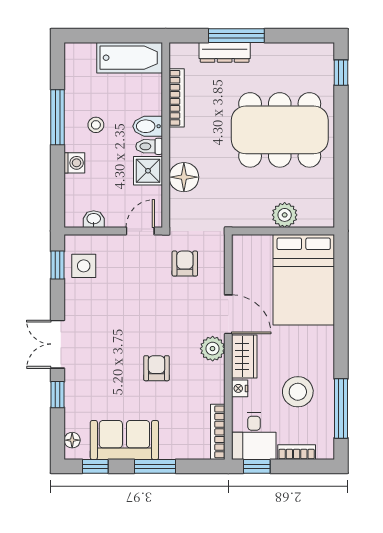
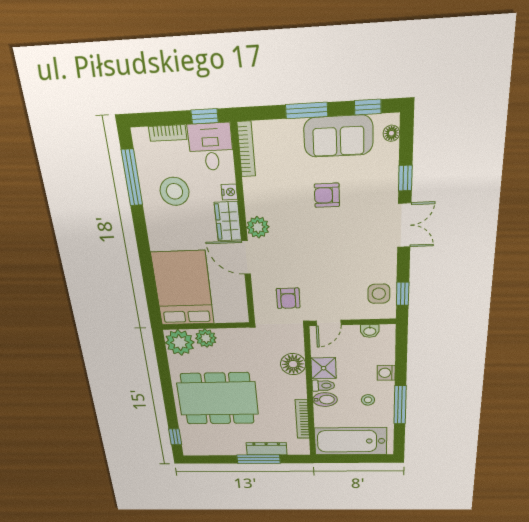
bathtub: (130, 58) -> (351, 441), width x1.36, depth x1.36
plant: (317, 210) -> (180, 342), added
armchair: (156, 368) -> (327, 195), moved, turned 90

